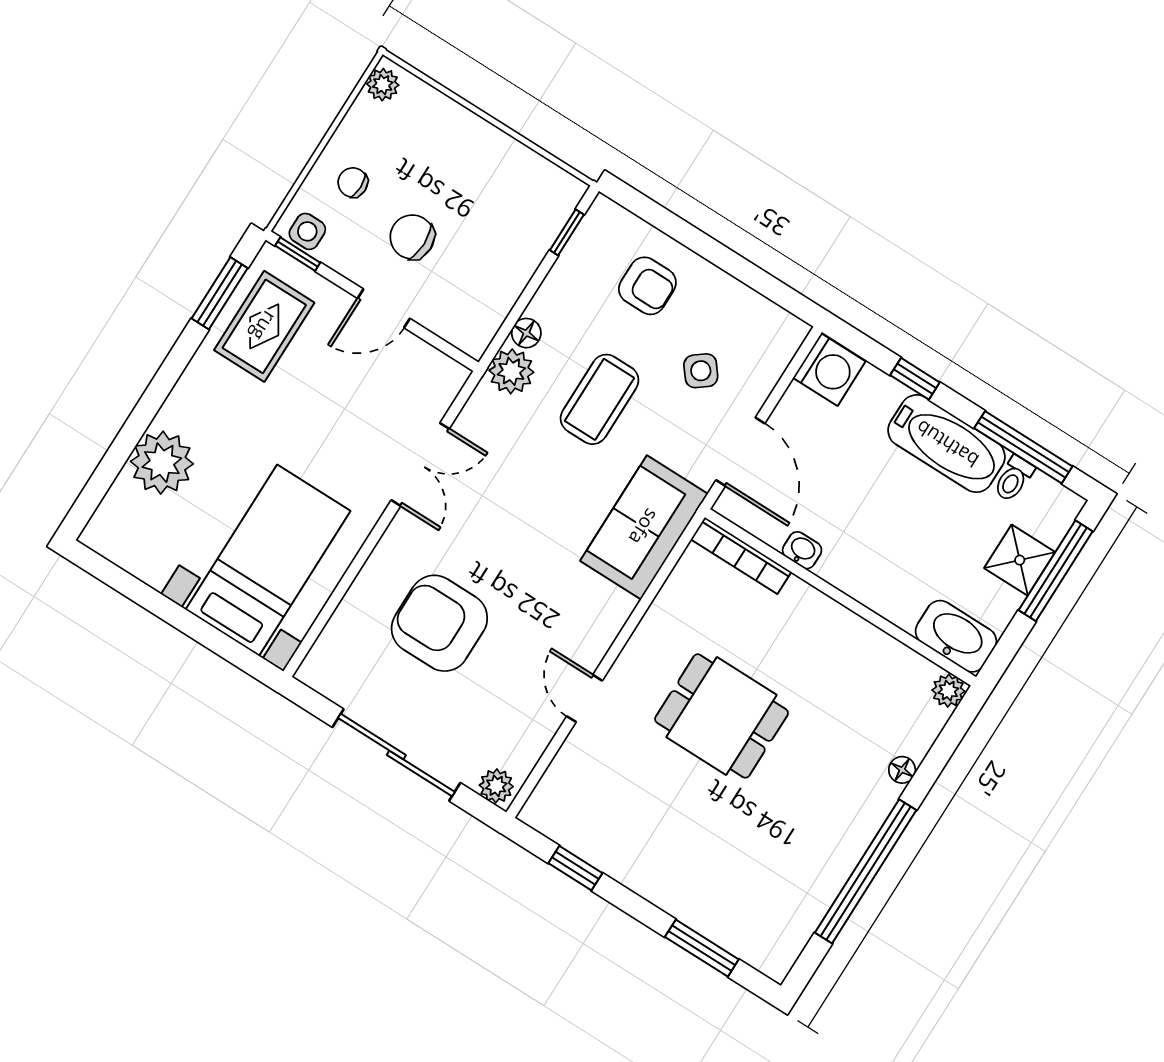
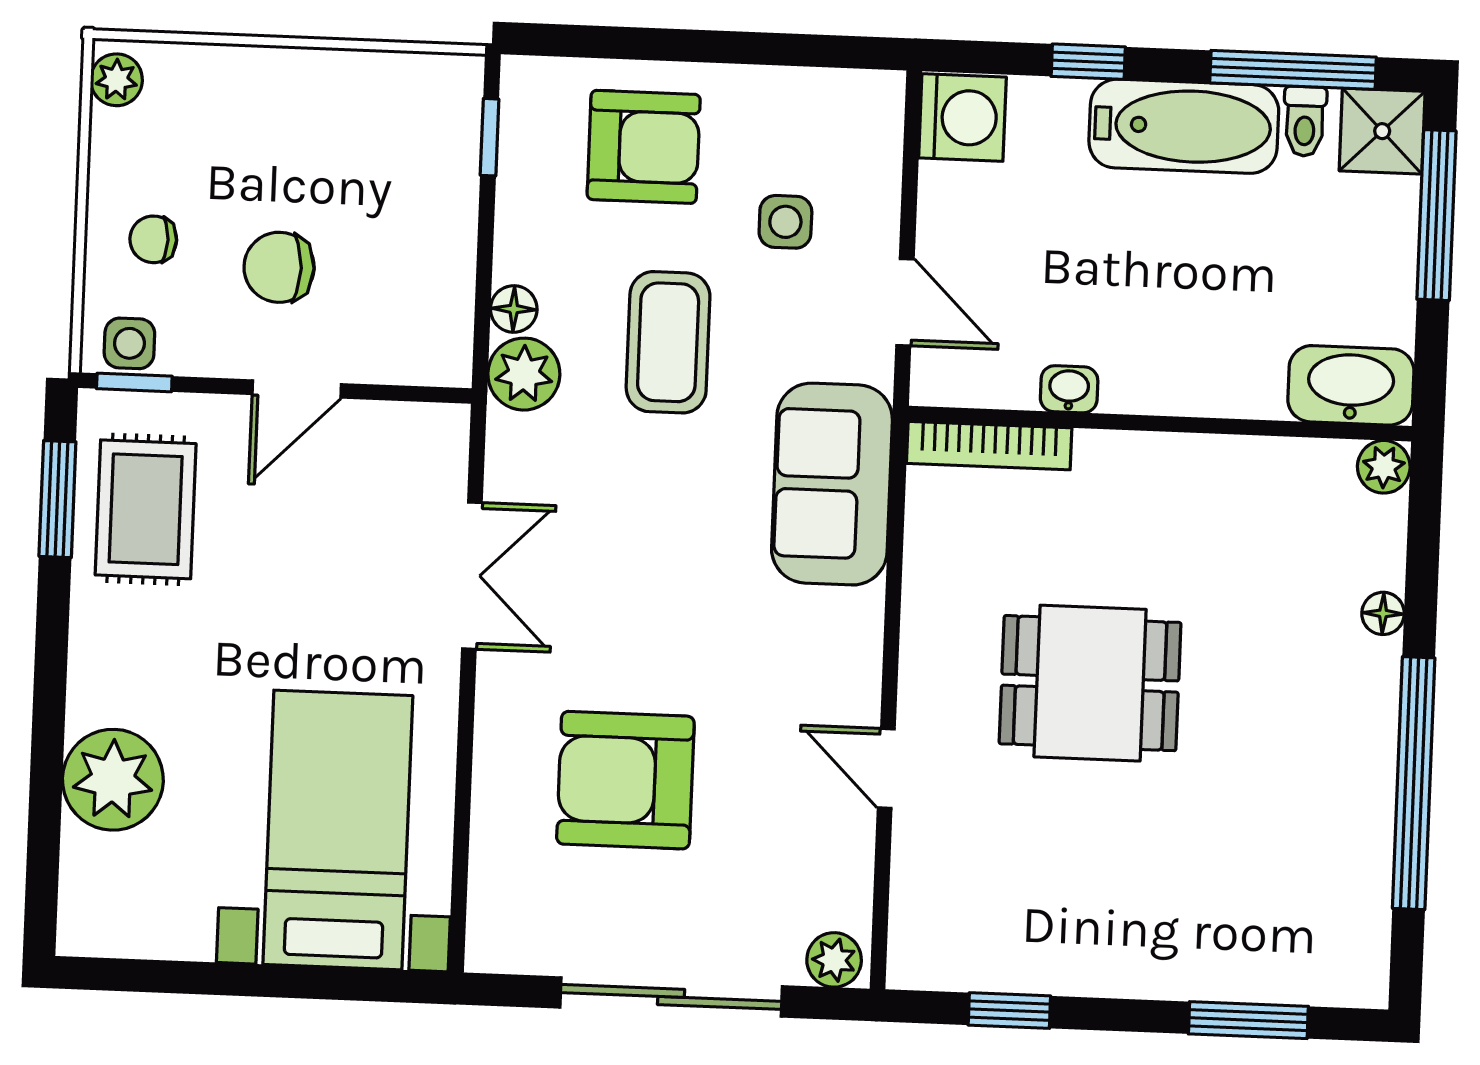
armchair: (647, 286) -> (644, 147), width x1.38, depth x1.38
side table: (701, 371) -> (785, 222), turned 38
door: (740, 452) -> (905, 302), width x0.73
shower: (1020, 560) -> (1382, 131), moved

